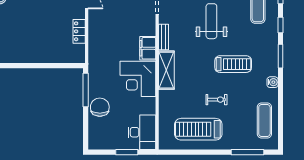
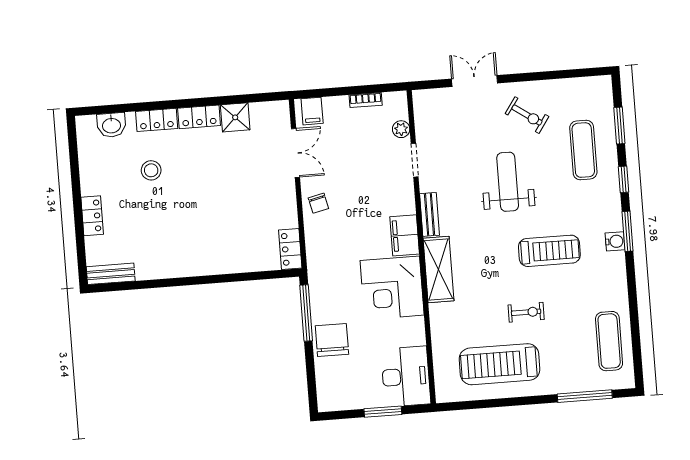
chair: (98, 25) -> (318, 203), added
locker: (79, 31) -> (290, 249), moved
water cooler: (273, 82) -> (615, 241), moved

